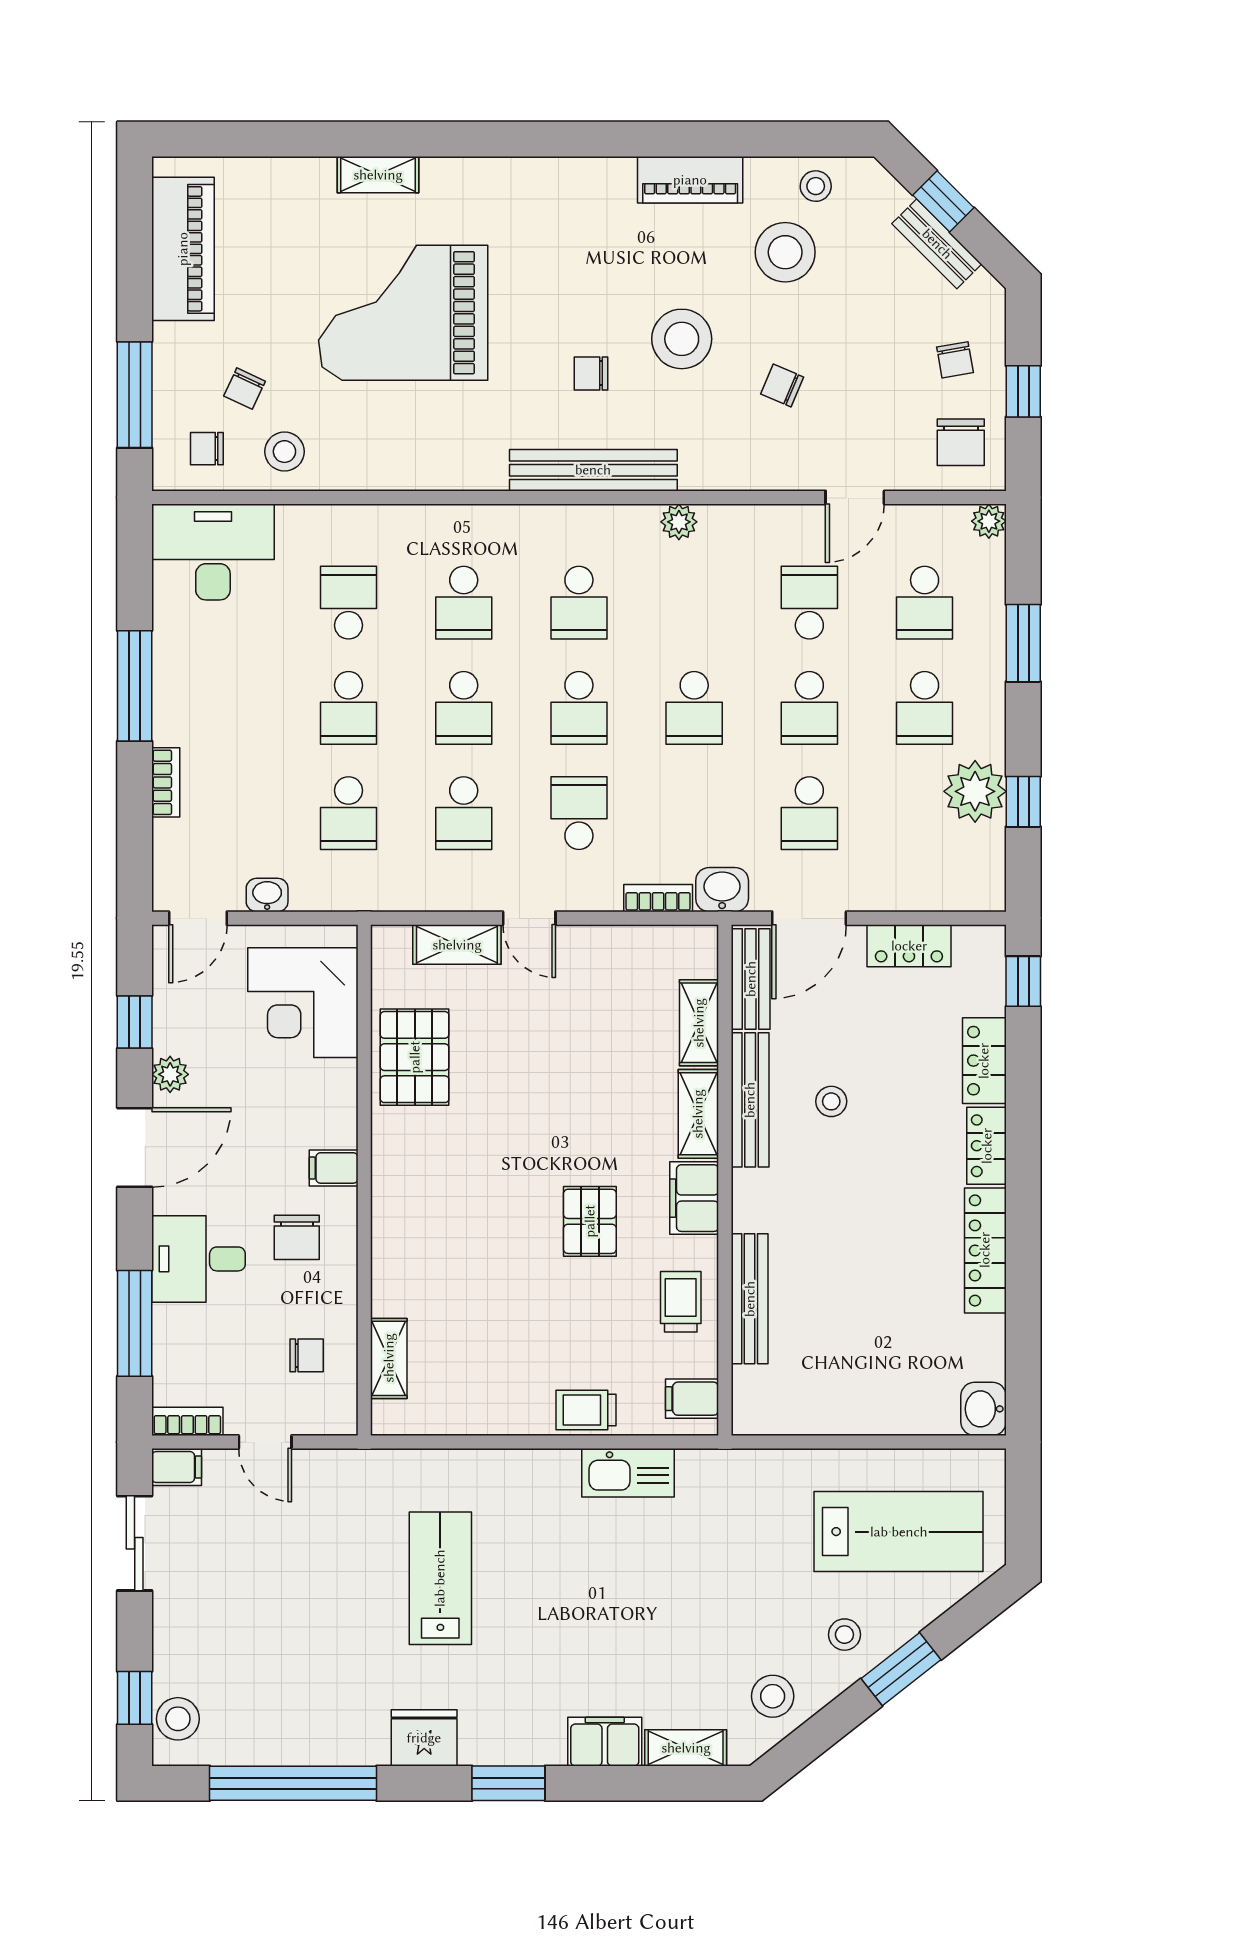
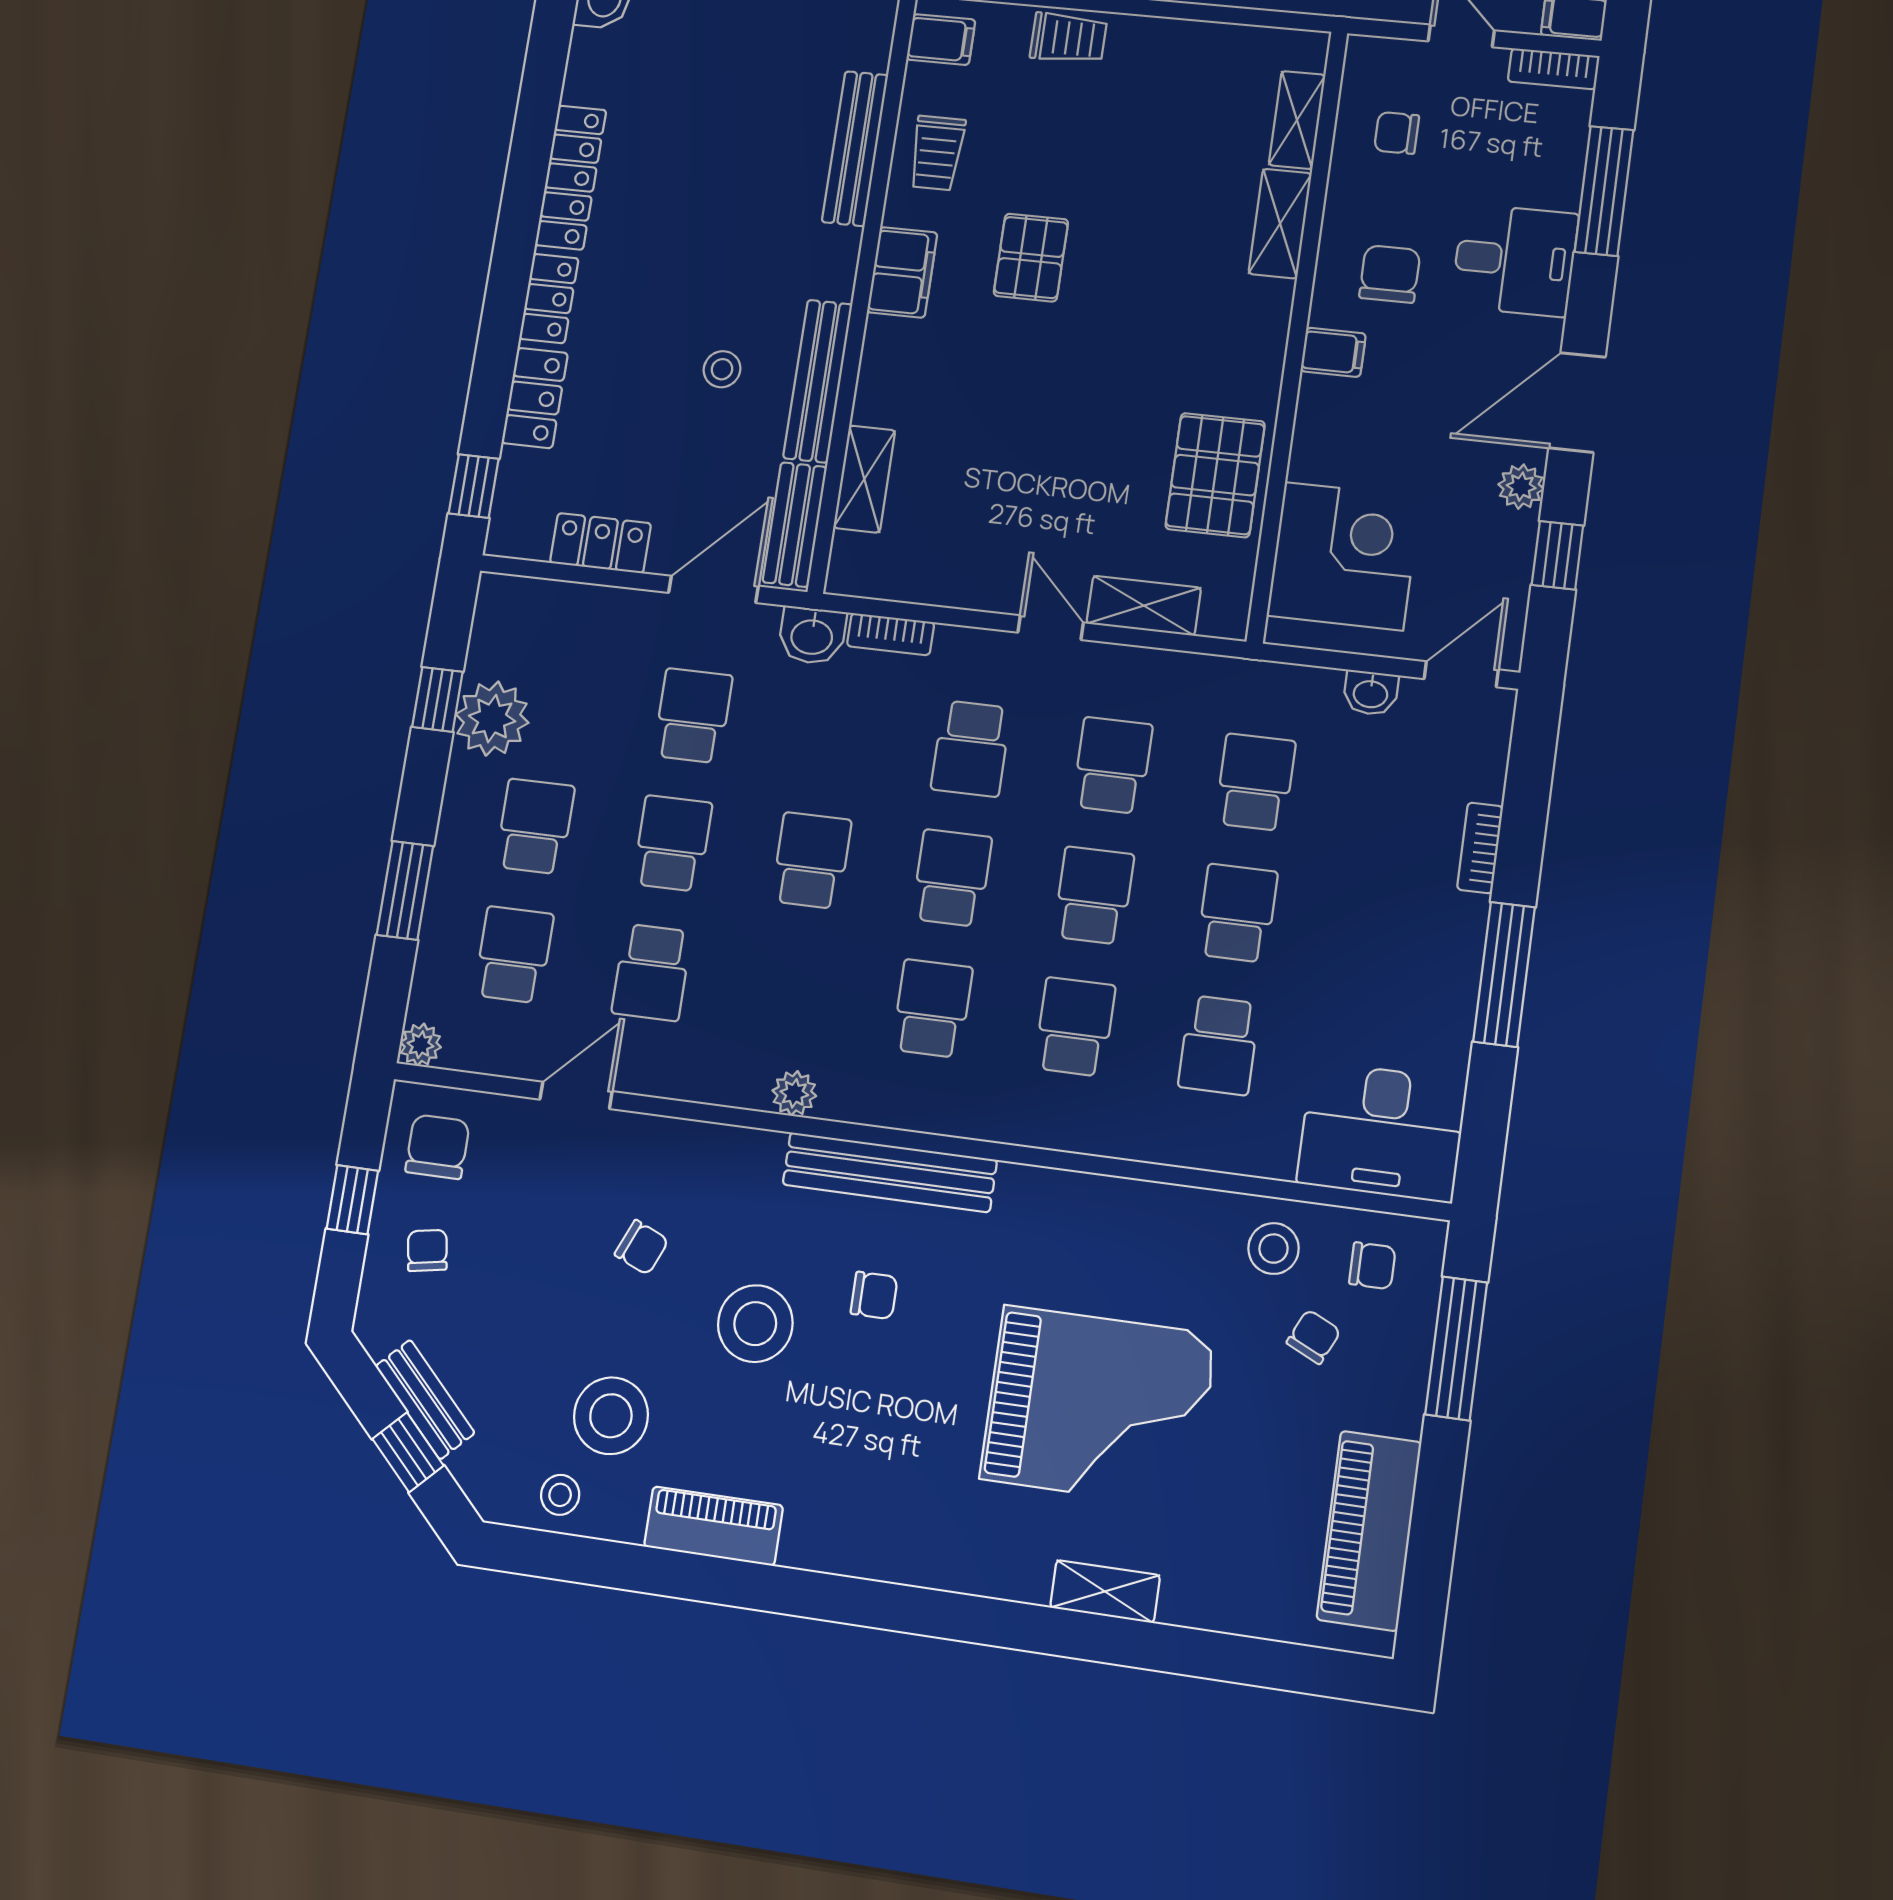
shelving: (698, 1114) -> (1280, 224), moved

